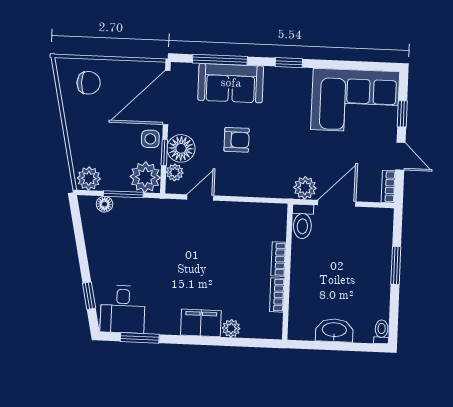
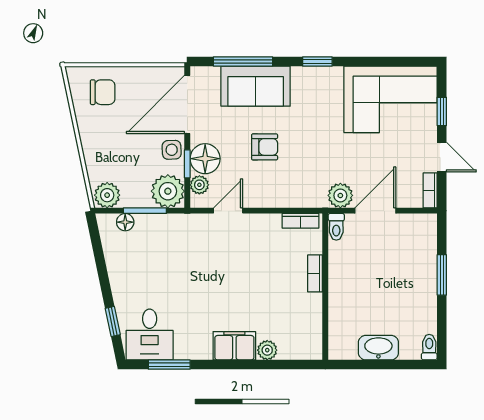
toilet: (303, 222) -> (336, 227), width x0.73, depth x0.72
bookcase: (277, 295) -> (301, 221), moved, turned -90

